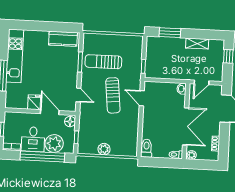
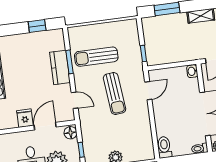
window: (58, 27) -> (37, 26), added
kitchen counter: (63, 39) -> (60, 67), moved, turned 90
door: (142, 98) -> (148, 91), swing flipped
door: (50, 112) -> (45, 126), hinge flipped

